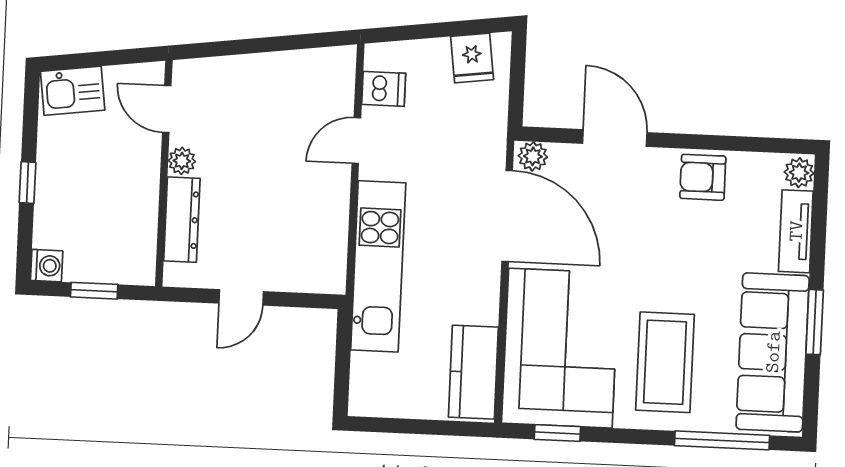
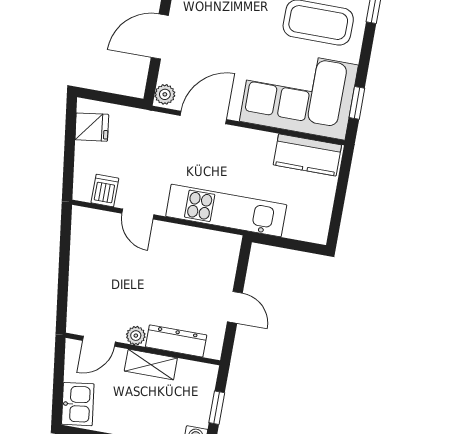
shelving: (143, 188) -> (151, 365), added
door: (507, 216) -> (203, 117), width x0.73

